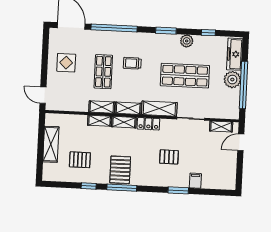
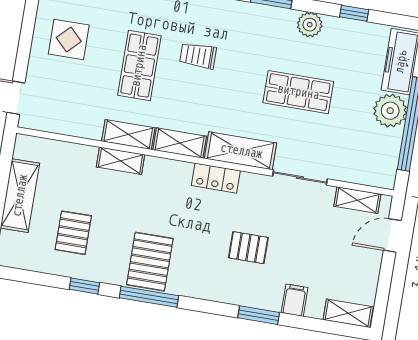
shop shelf: (185, 76) -> (298, 92), width x0.70, depth x0.74
shelving: (124, 122) -> (348, 313), moved
pallet: (80, 160) -> (73, 233), turned 90

